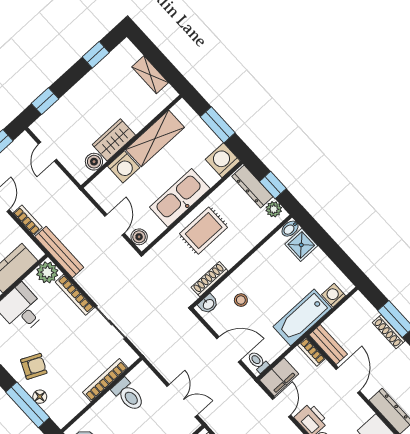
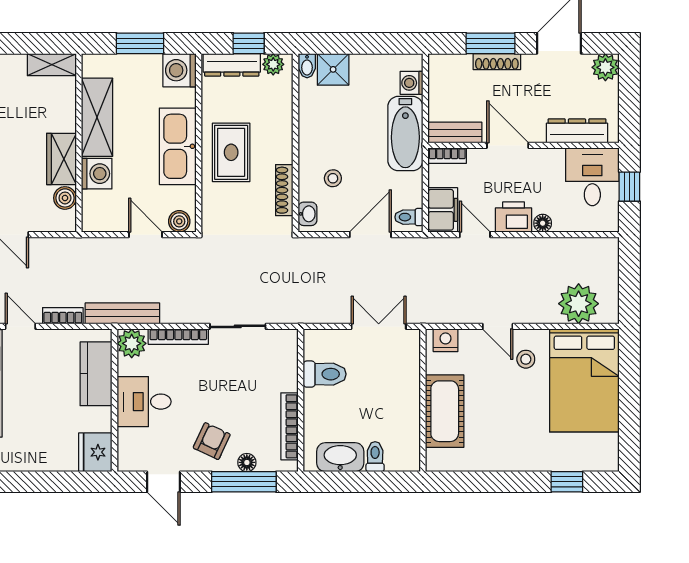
shelving: (150, 75) -> (52, 65), moved
bookcase: (105, 380) -> (289, 426), moved

